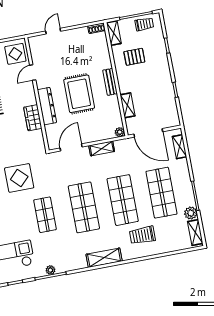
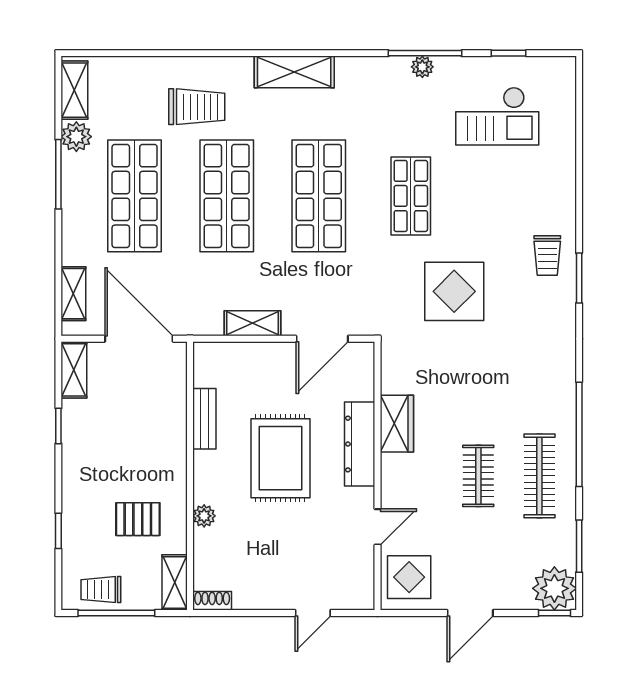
bench: (110, 82) -> (204, 419), moved
shelving: (128, 105) -> (74, 370), moved
plant: (120, 132) -> (204, 516), moved

